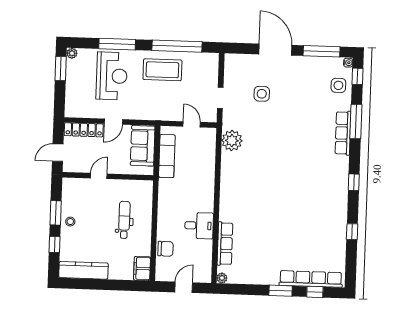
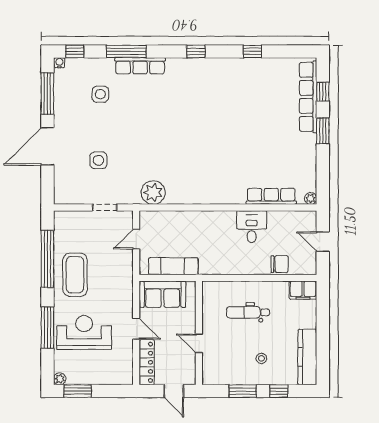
side table: (338, 85) -> (100, 94), moved
stool: (70, 222) -> (261, 358), moved
chair: (165, 249) -> (279, 264), turned 90

